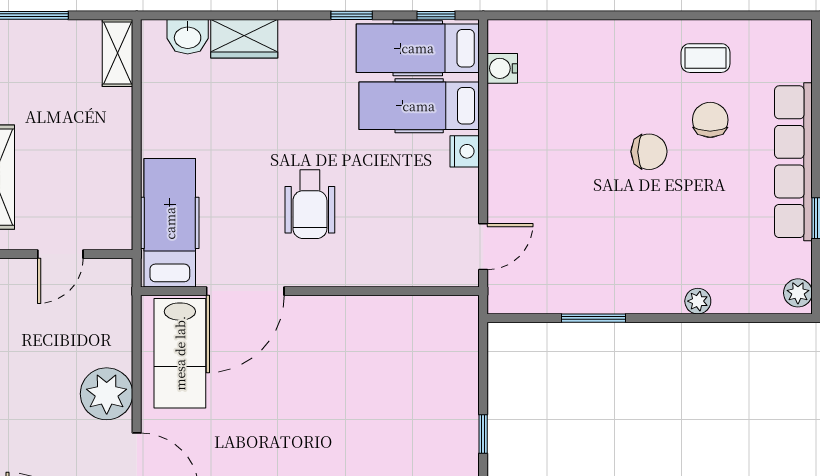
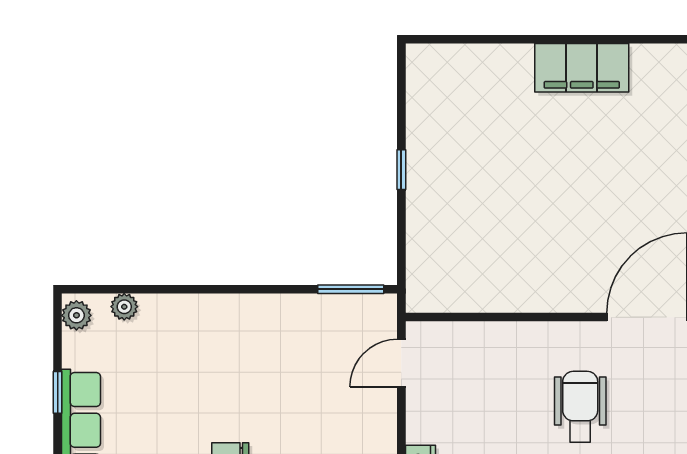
plant: (698, 301) -> (124, 307), moved
window: (594, 318) -> (351, 289), moved

